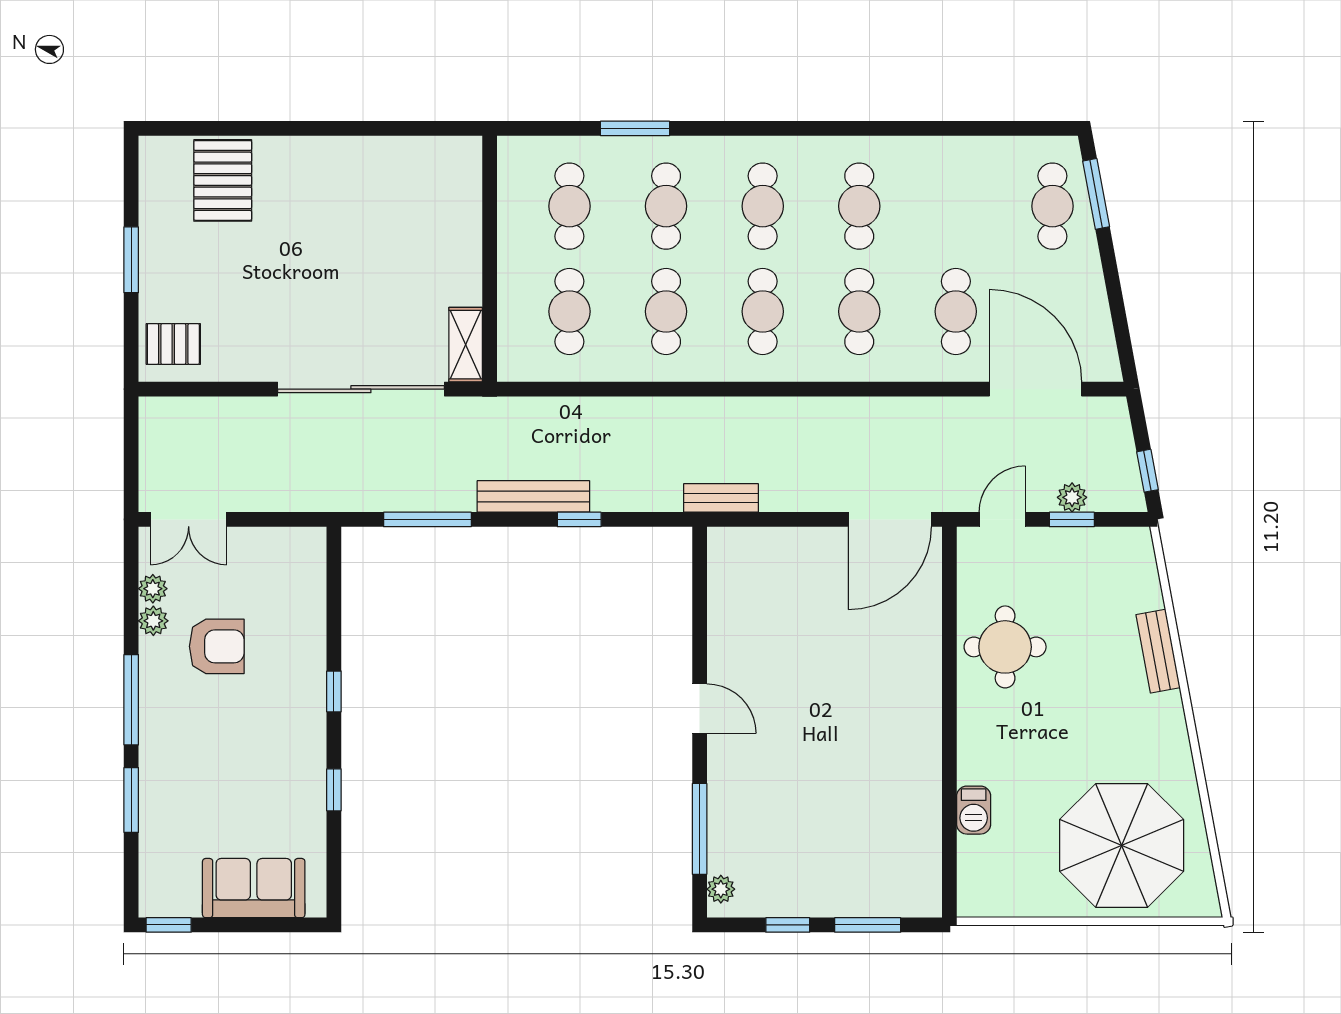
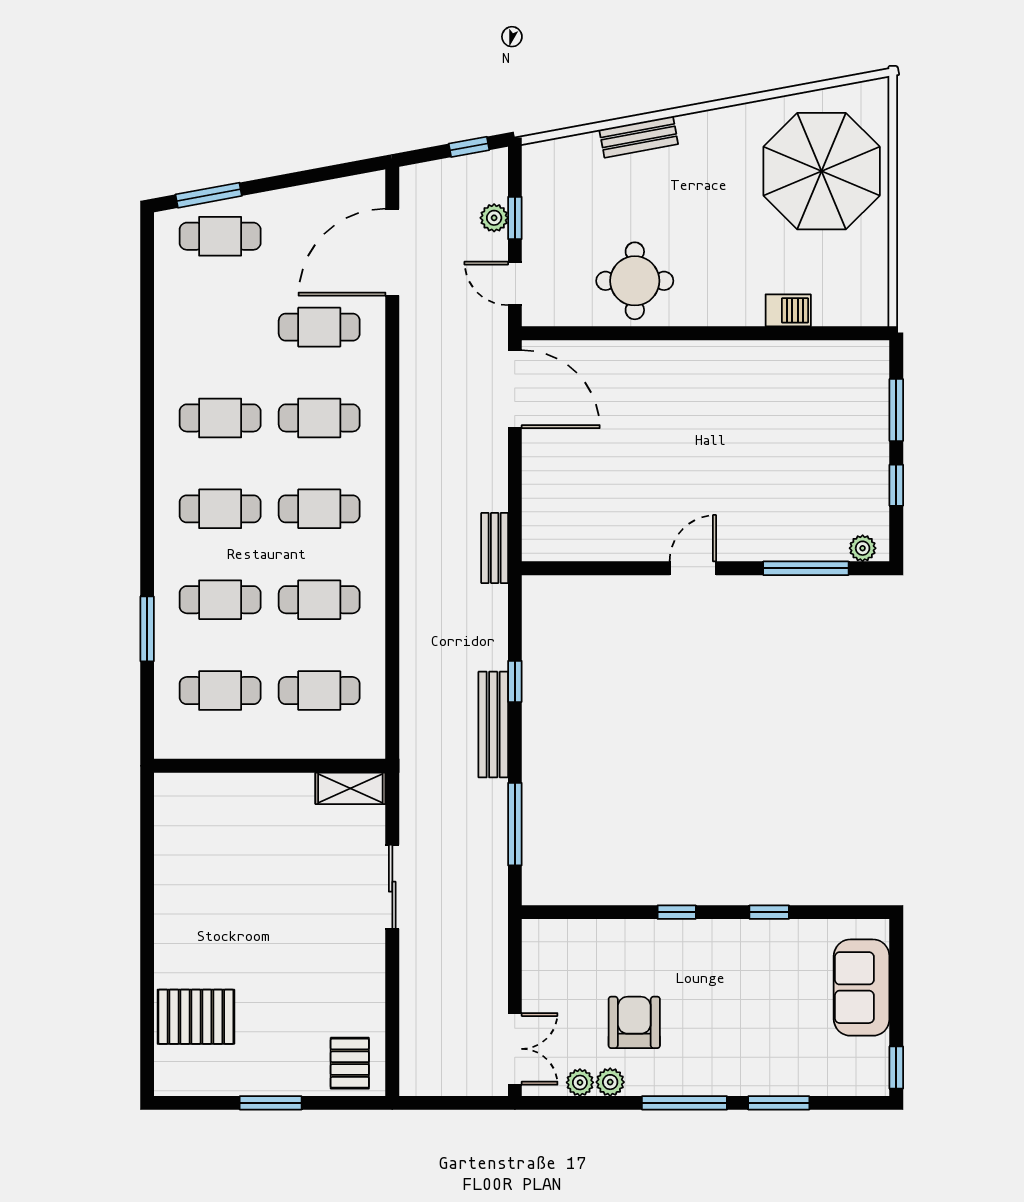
sliding door: (361, 389) -> (392, 887), width x0.54

